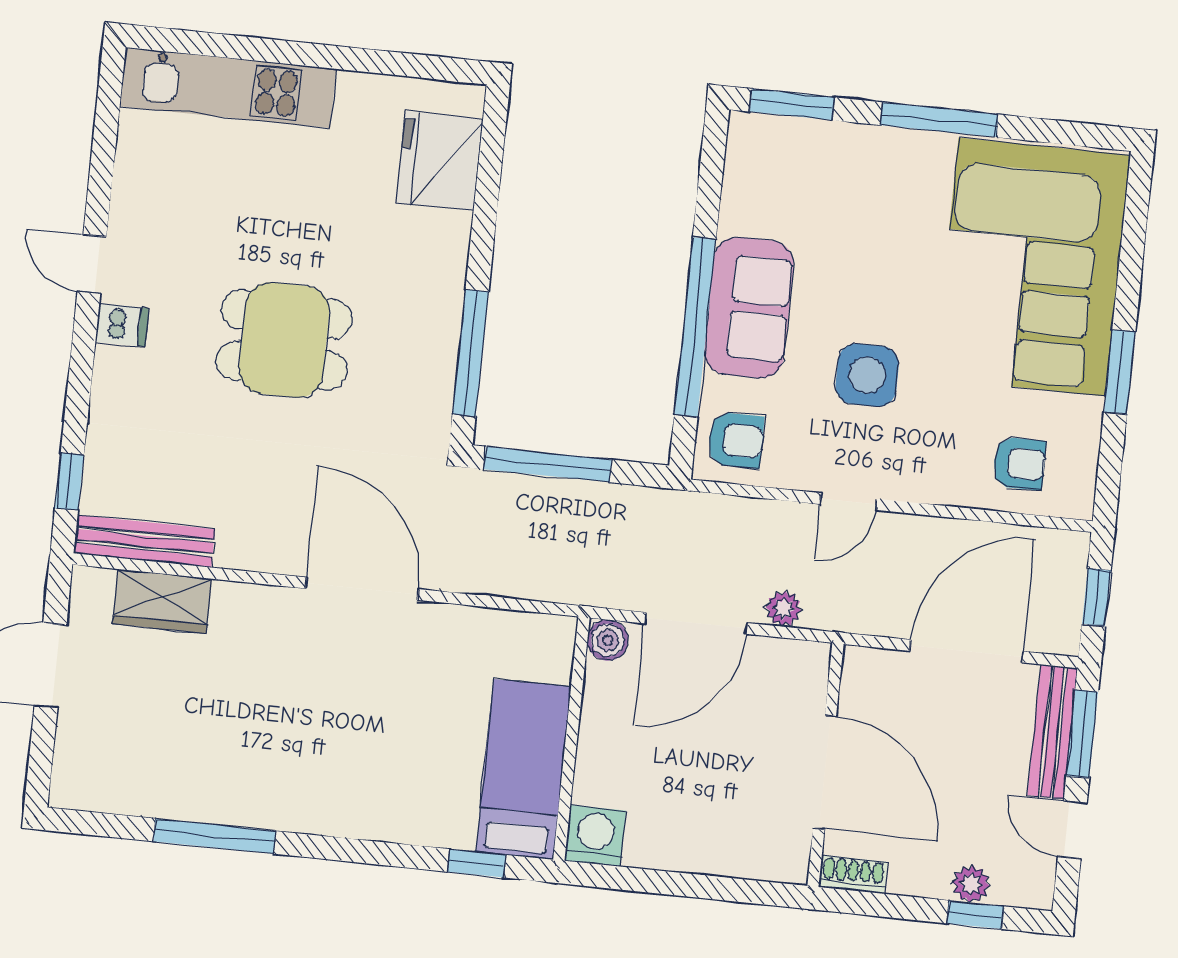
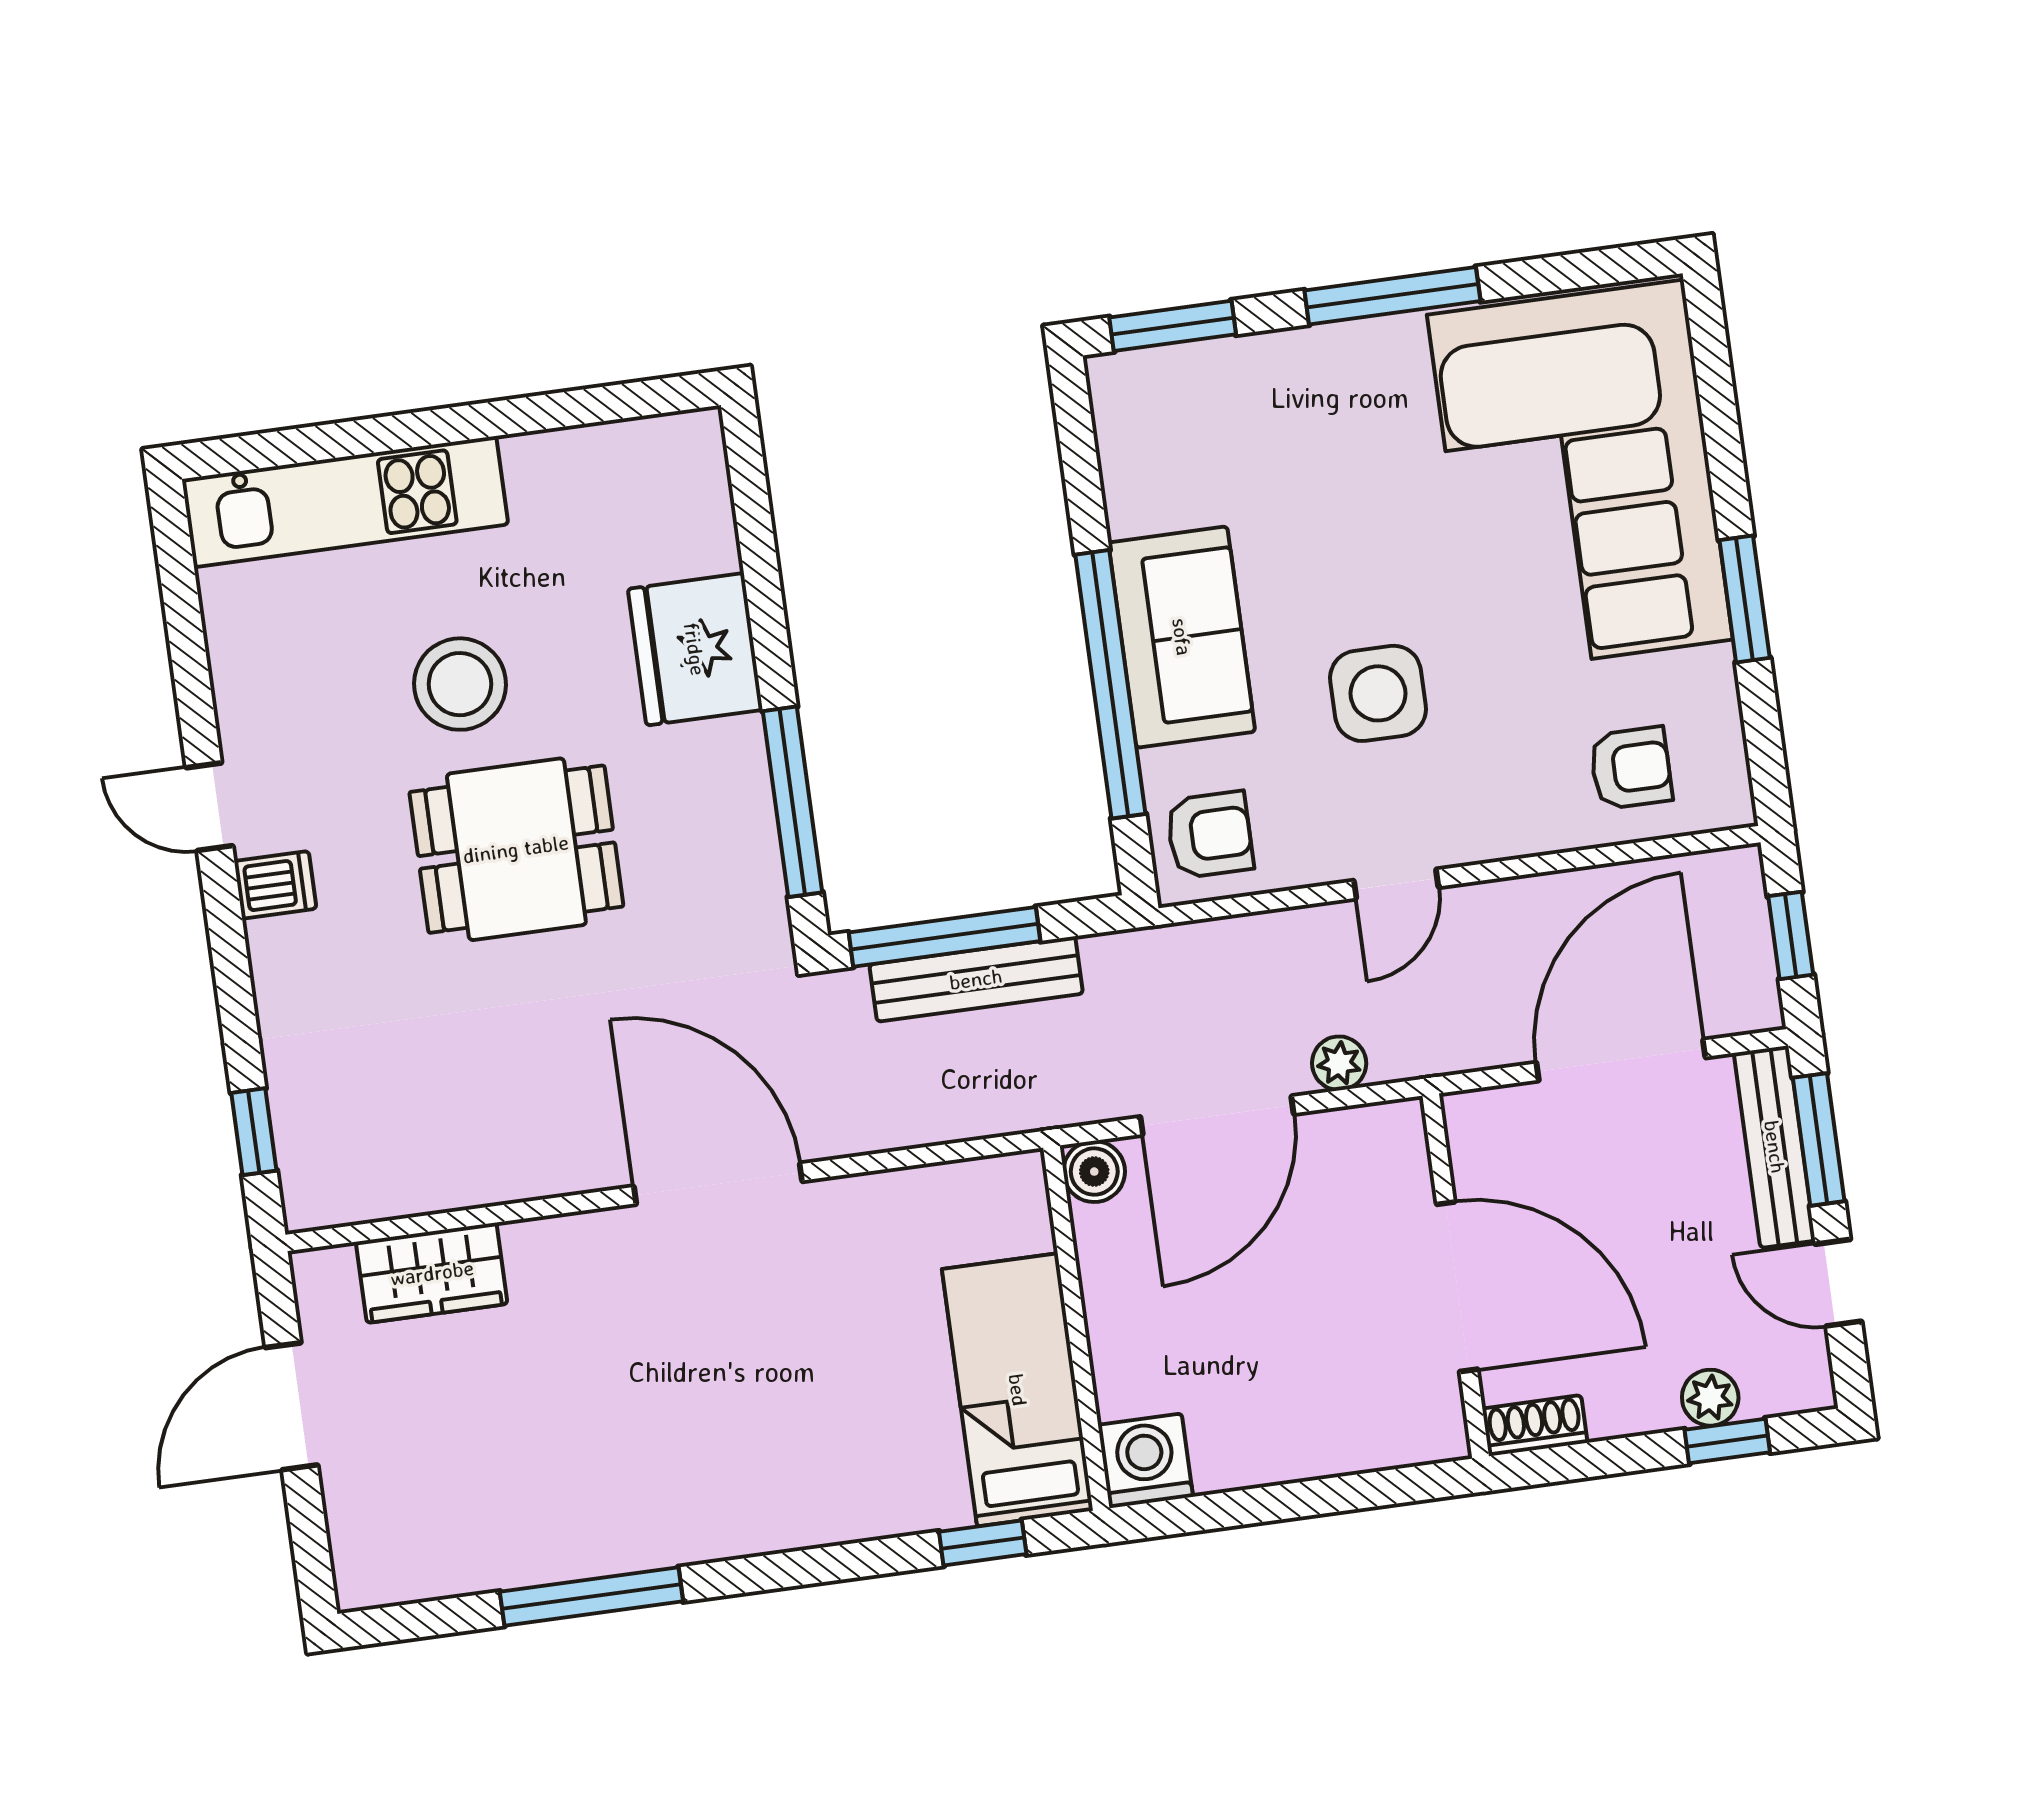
fridge: (440, 161) -> (695, 649), moved
stool: (274, 224) -> (460, 684), added
bench: (144, 541) -> (976, 979), moved

